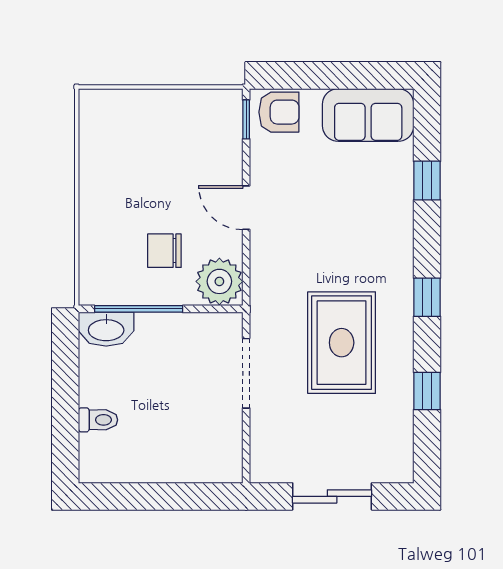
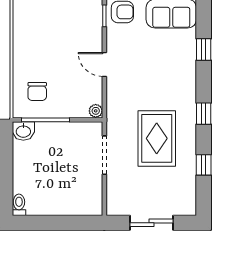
chair: (164, 251) -> (37, 92), moved, turned -90
plant: (219, 281) -> (96, 111), width x0.53, depth x0.53
washbasin: (106, 329) -> (23, 131), width x0.72
toilet: (98, 420) -> (19, 205), moved, turned -90

